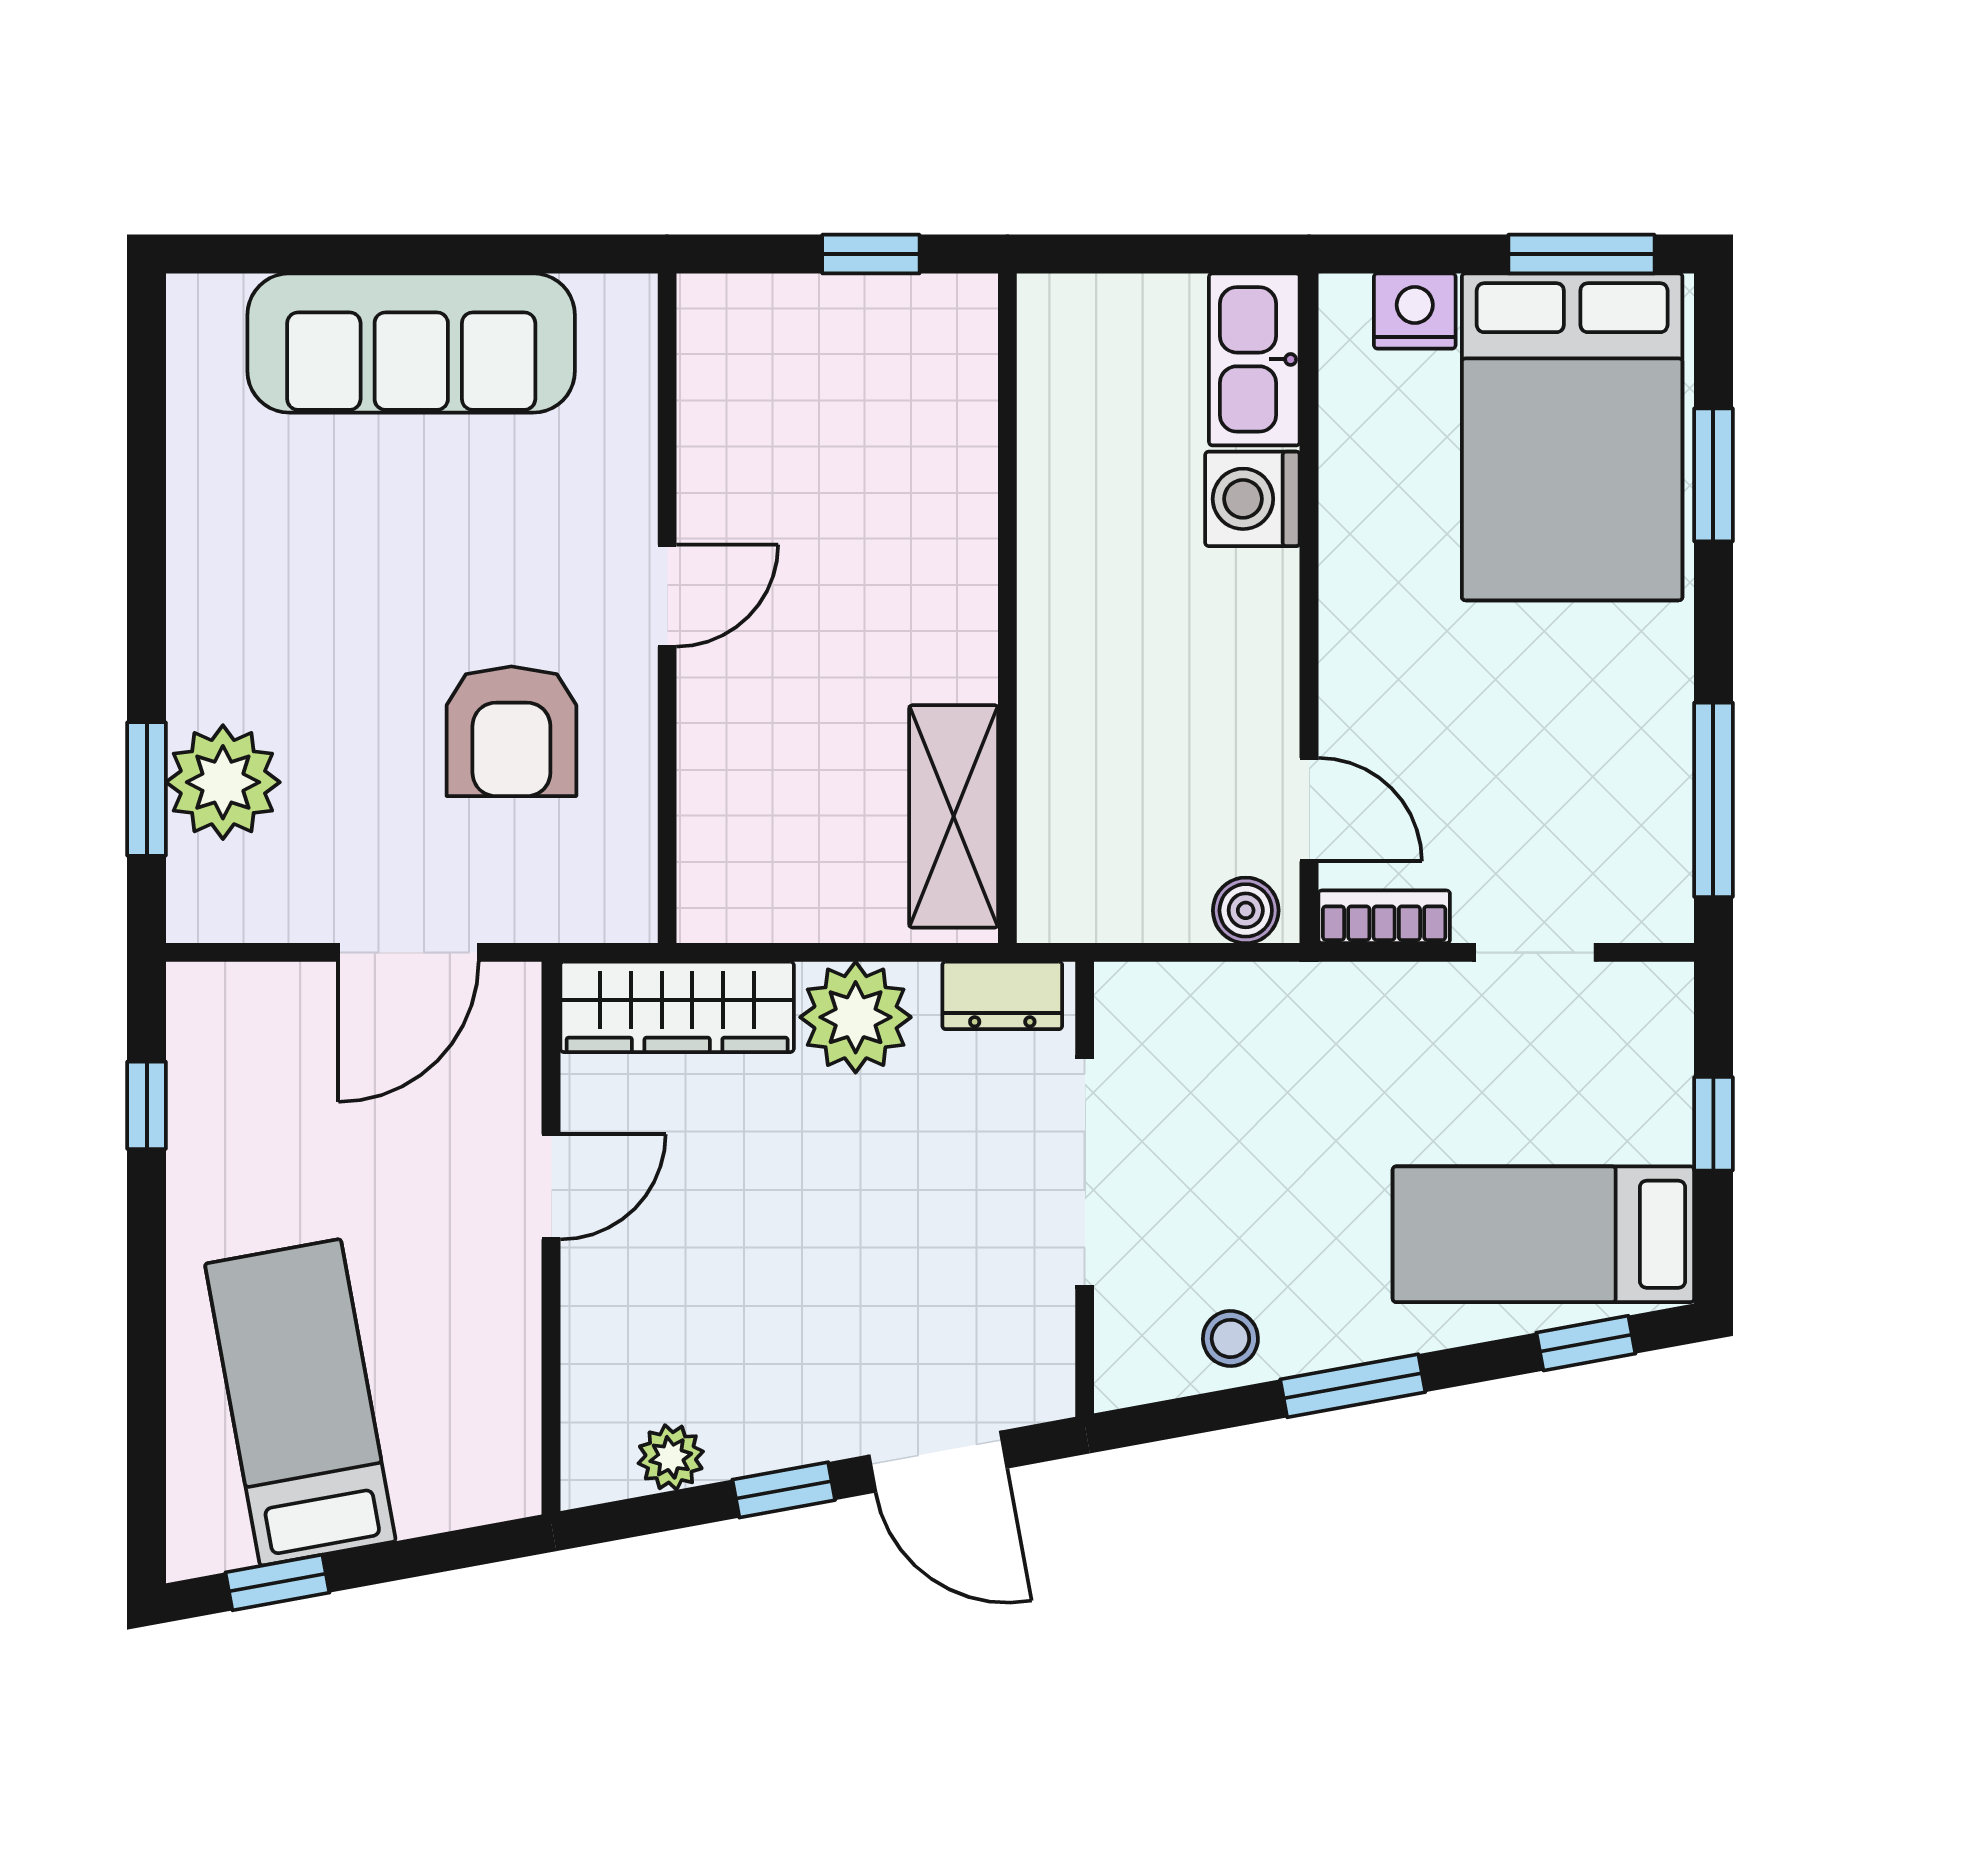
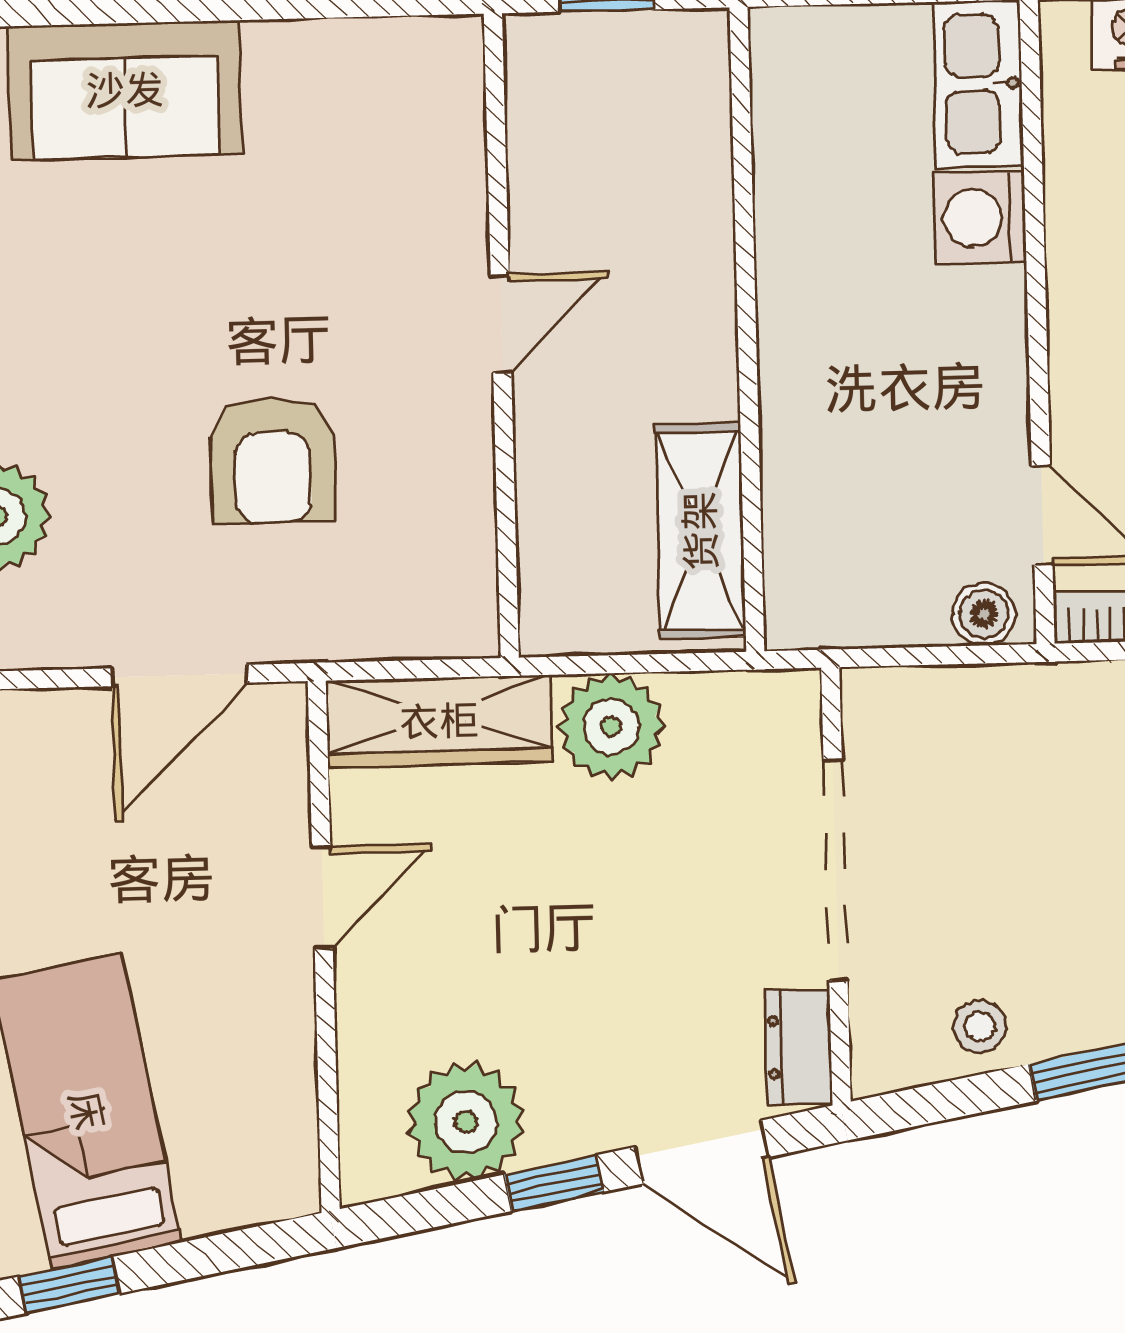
sofa: (411, 343) -> (125, 90), width x0.73
door: (667, 596) -> (501, 324), moved
wall: (667, 608) -> (501, 336), moved
dresser: (1002, 995) -> (799, 1047), moved, turned 90
plant: (671, 1457) -> (466, 1122), width x1.88, depth x1.88

